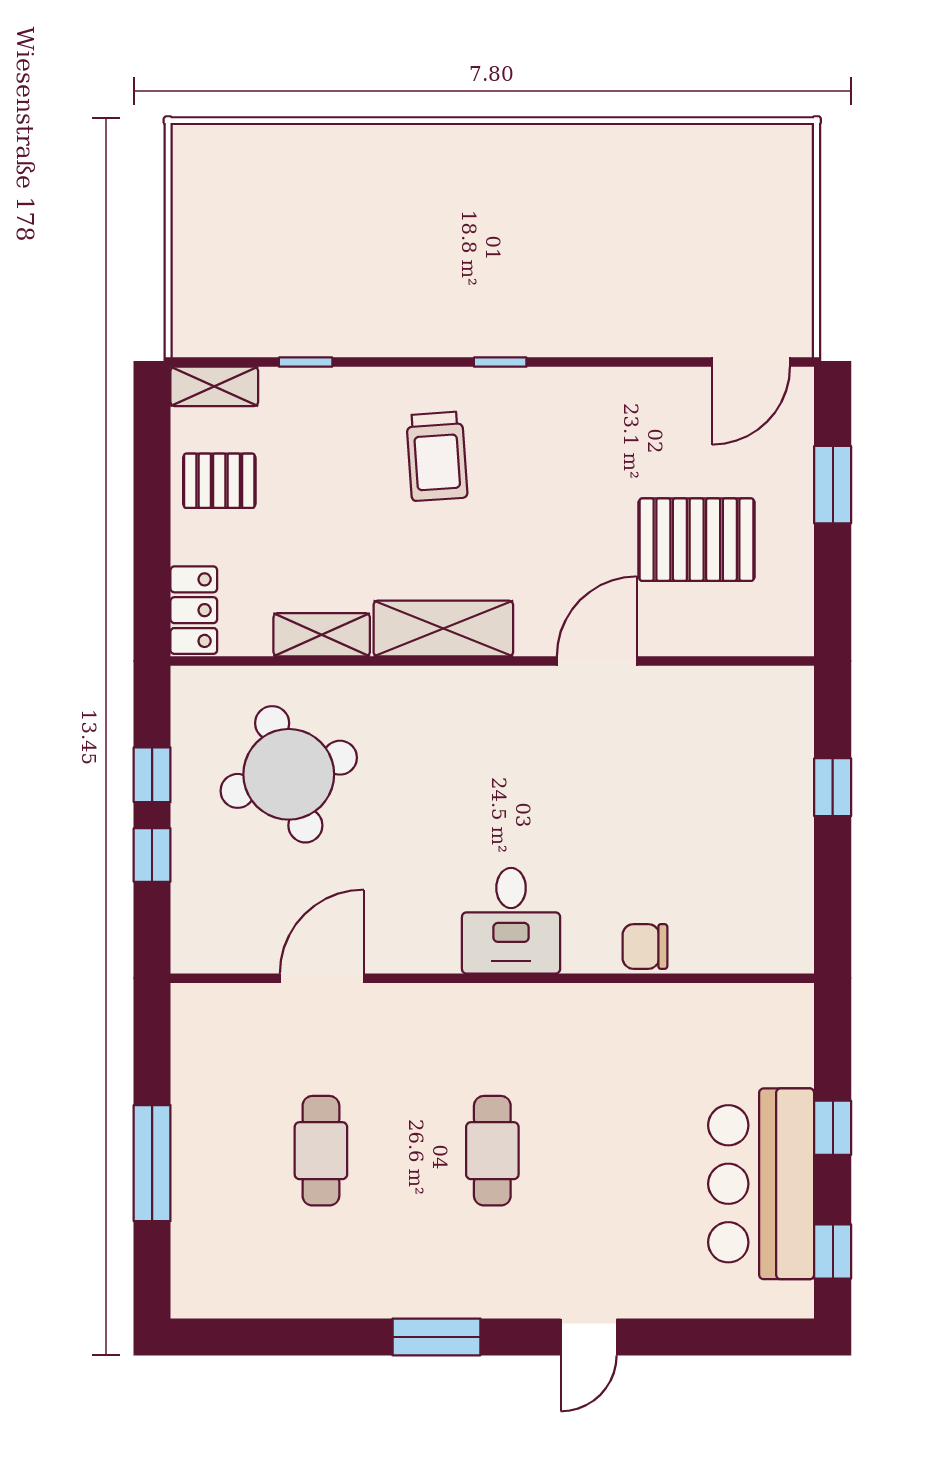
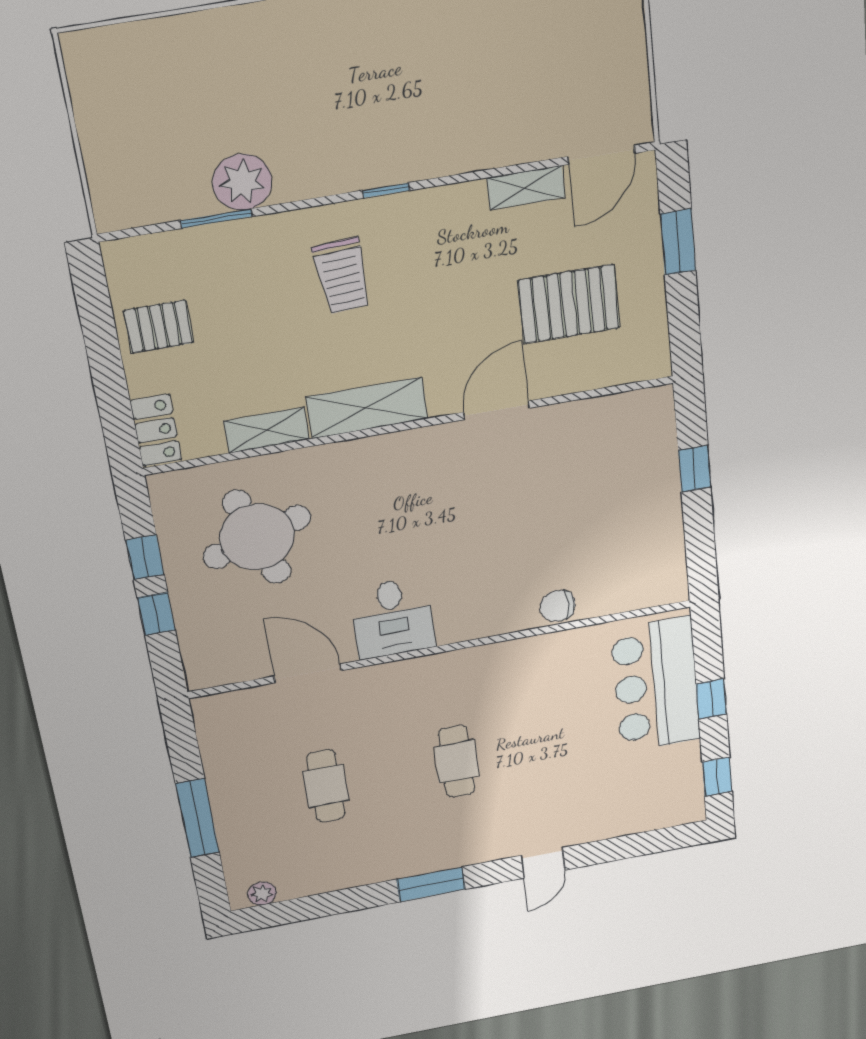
plant: (341, 324) -> (242, 182), added
window: (306, 362) -> (217, 218), width x1.50
shelving: (214, 386) -> (526, 188), moved
desk: (511, 921) -> (393, 618), moved
door: (322, 978) -> (308, 673), hinge flipped
bar counter: (761, 1184) -> (656, 685), moved
plant: (215, 1300) -> (262, 894), added

